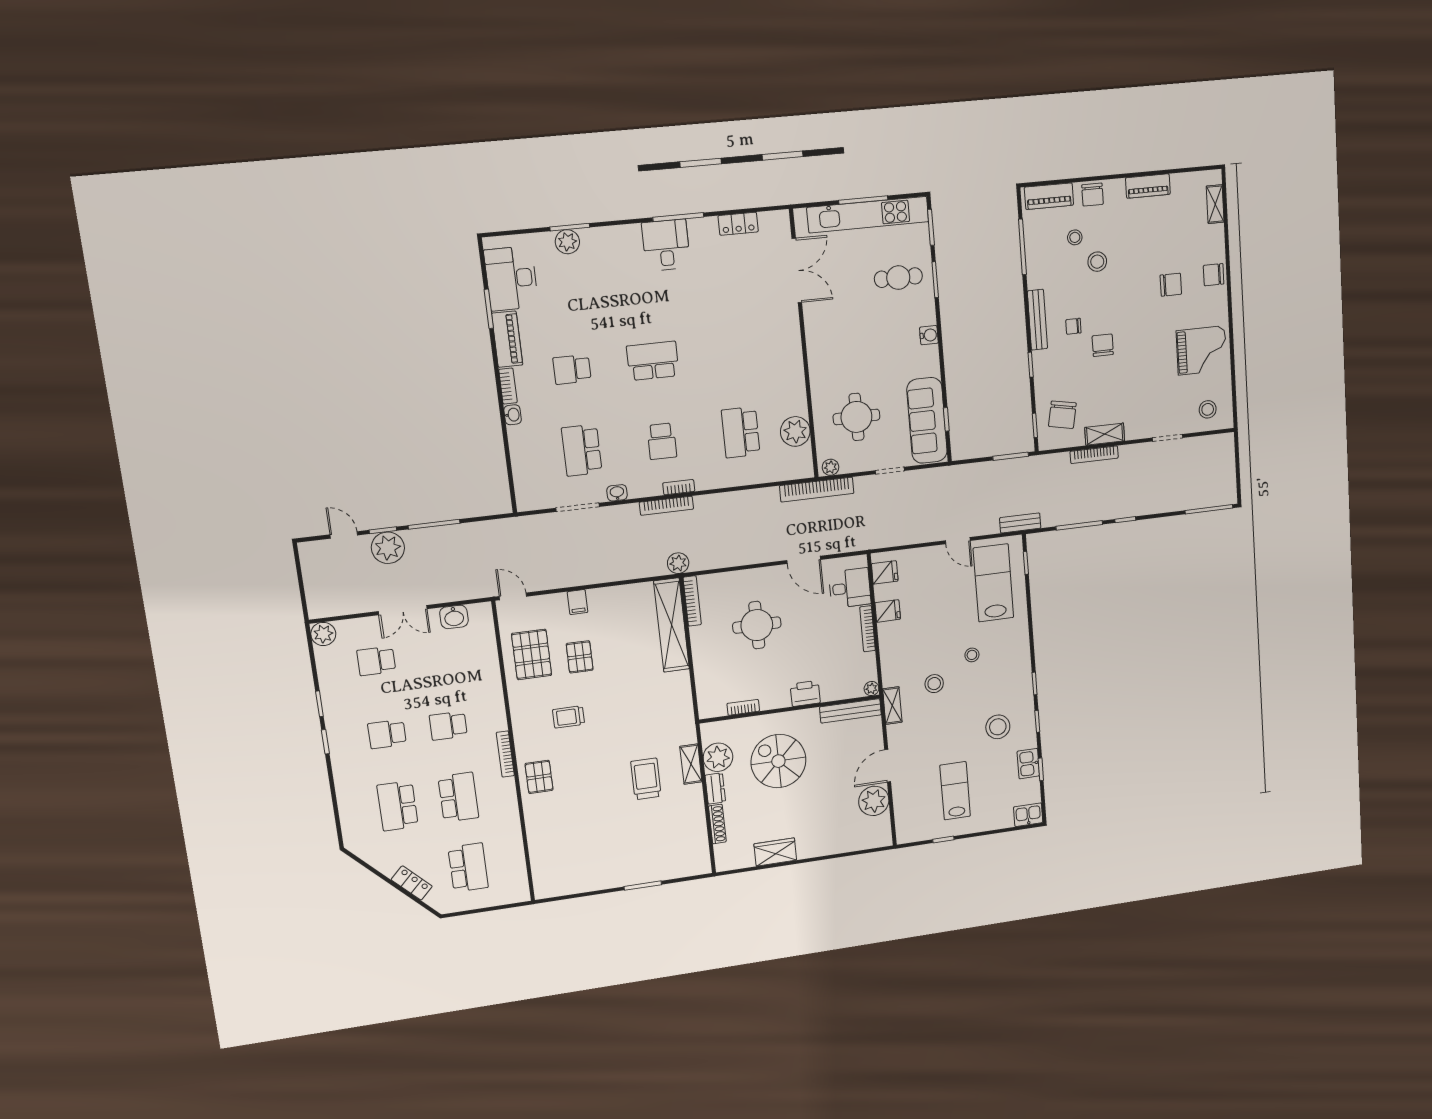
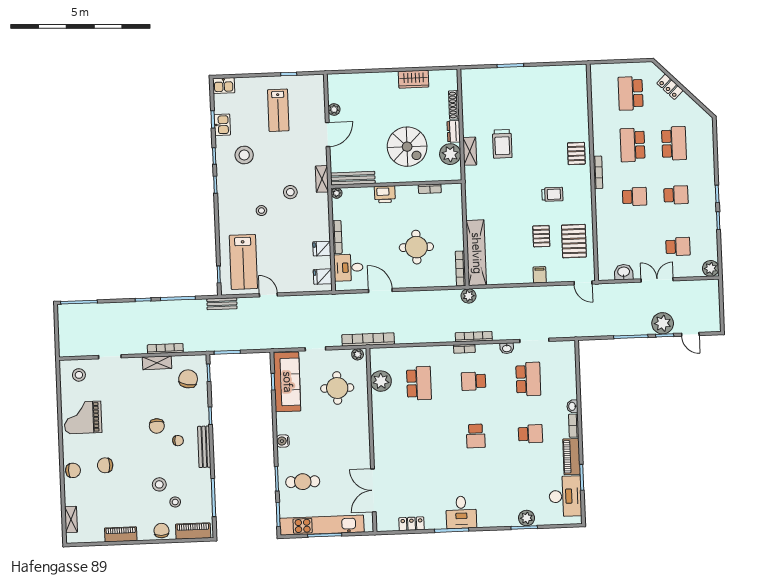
school desk: (653, 361) -> (476, 436), width x0.54
school desk: (662, 441) -> (474, 381), turned -90
plant: (874, 801) -> (334, 109), width x0.53, depth x0.53

